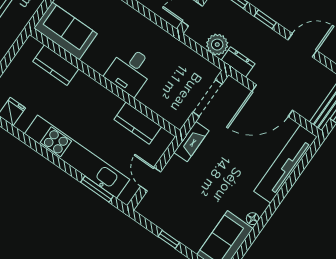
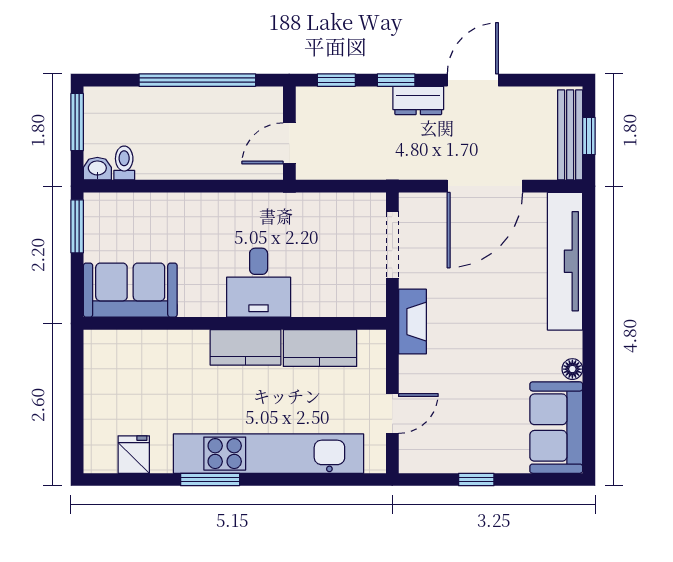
plant: (217, 45) -> (354, 162), removed
dresser: (238, 62) -> (418, 100), moved, turned 180
kitchen counter: (56, 65) -> (245, 347), moved
door: (151, 179) -> (392, 413), swing flipped
window: (97, 189) -> (210, 479), moved

